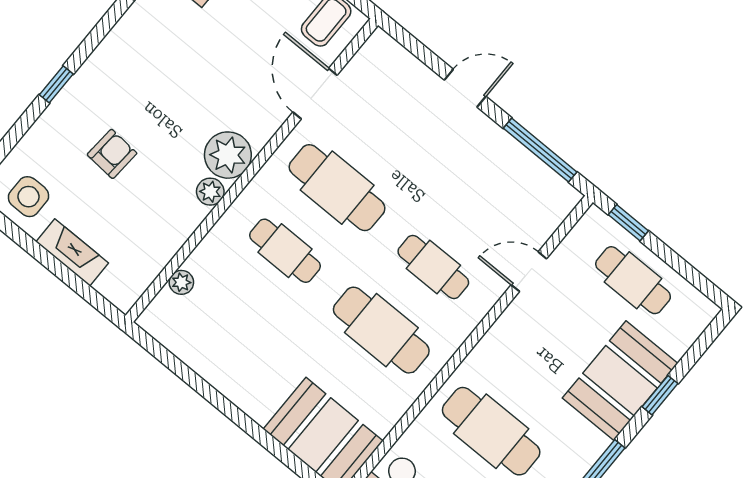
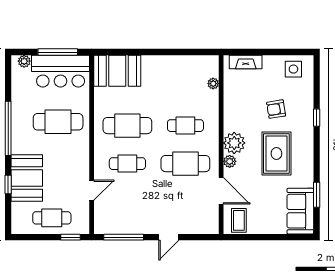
rug: (172, 80) -> (276, 154), added
armchair: (112, 154) -> (276, 109), turned 77
plant: (210, 192) -> (230, 161), moved
fireplace: (72, 253) -> (246, 62), moved

